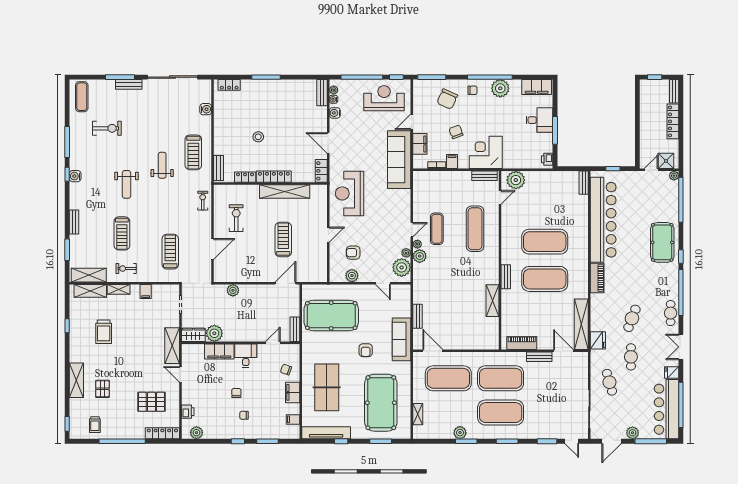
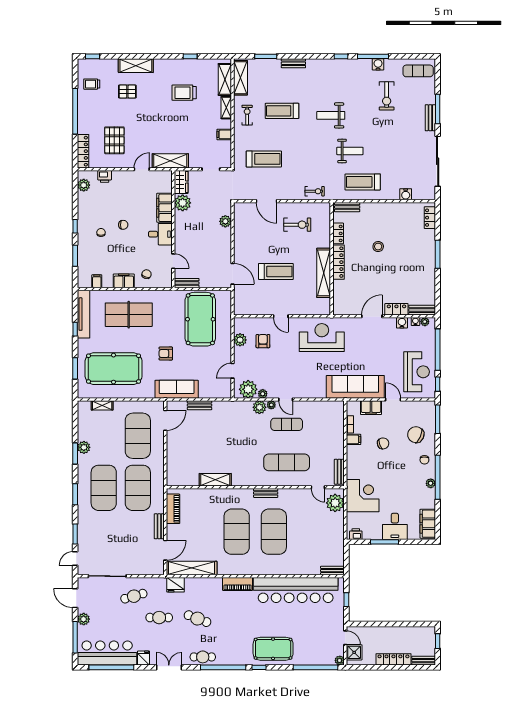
plant: (500, 88) -> (431, 483), width x0.53, depth x0.53
corner desk: (486, 152) -> (363, 496), moved
locker: (321, 171) -> (396, 309), moved
water cooler: (75, 176) -> (378, 64), moved
bench: (506, 277) -> (266, 493), moved

